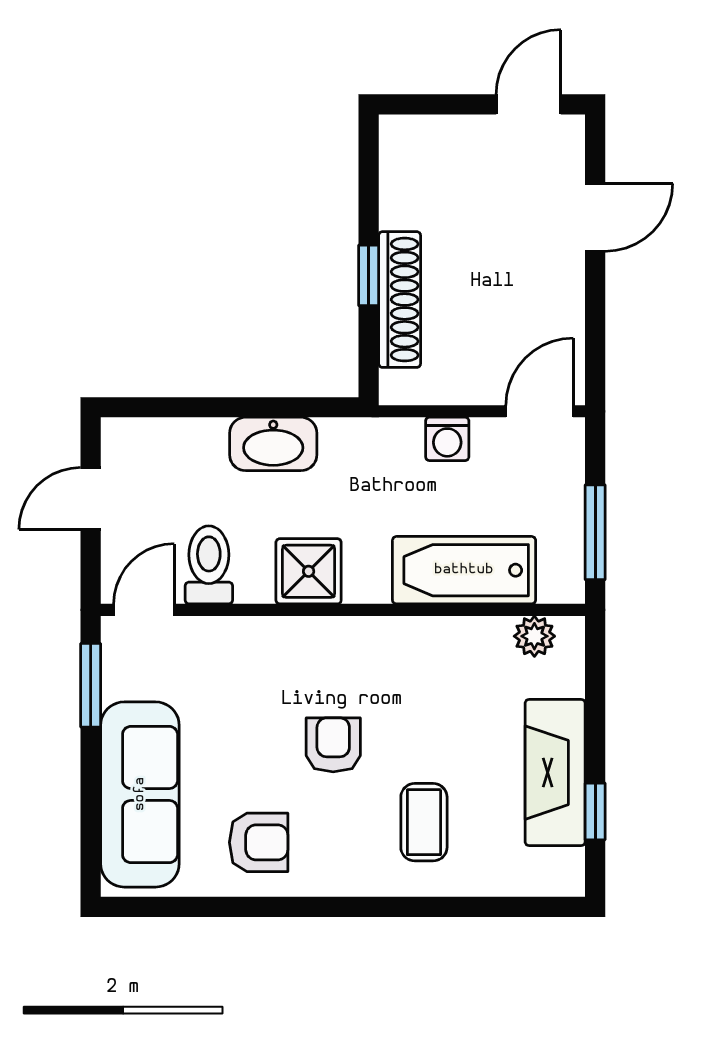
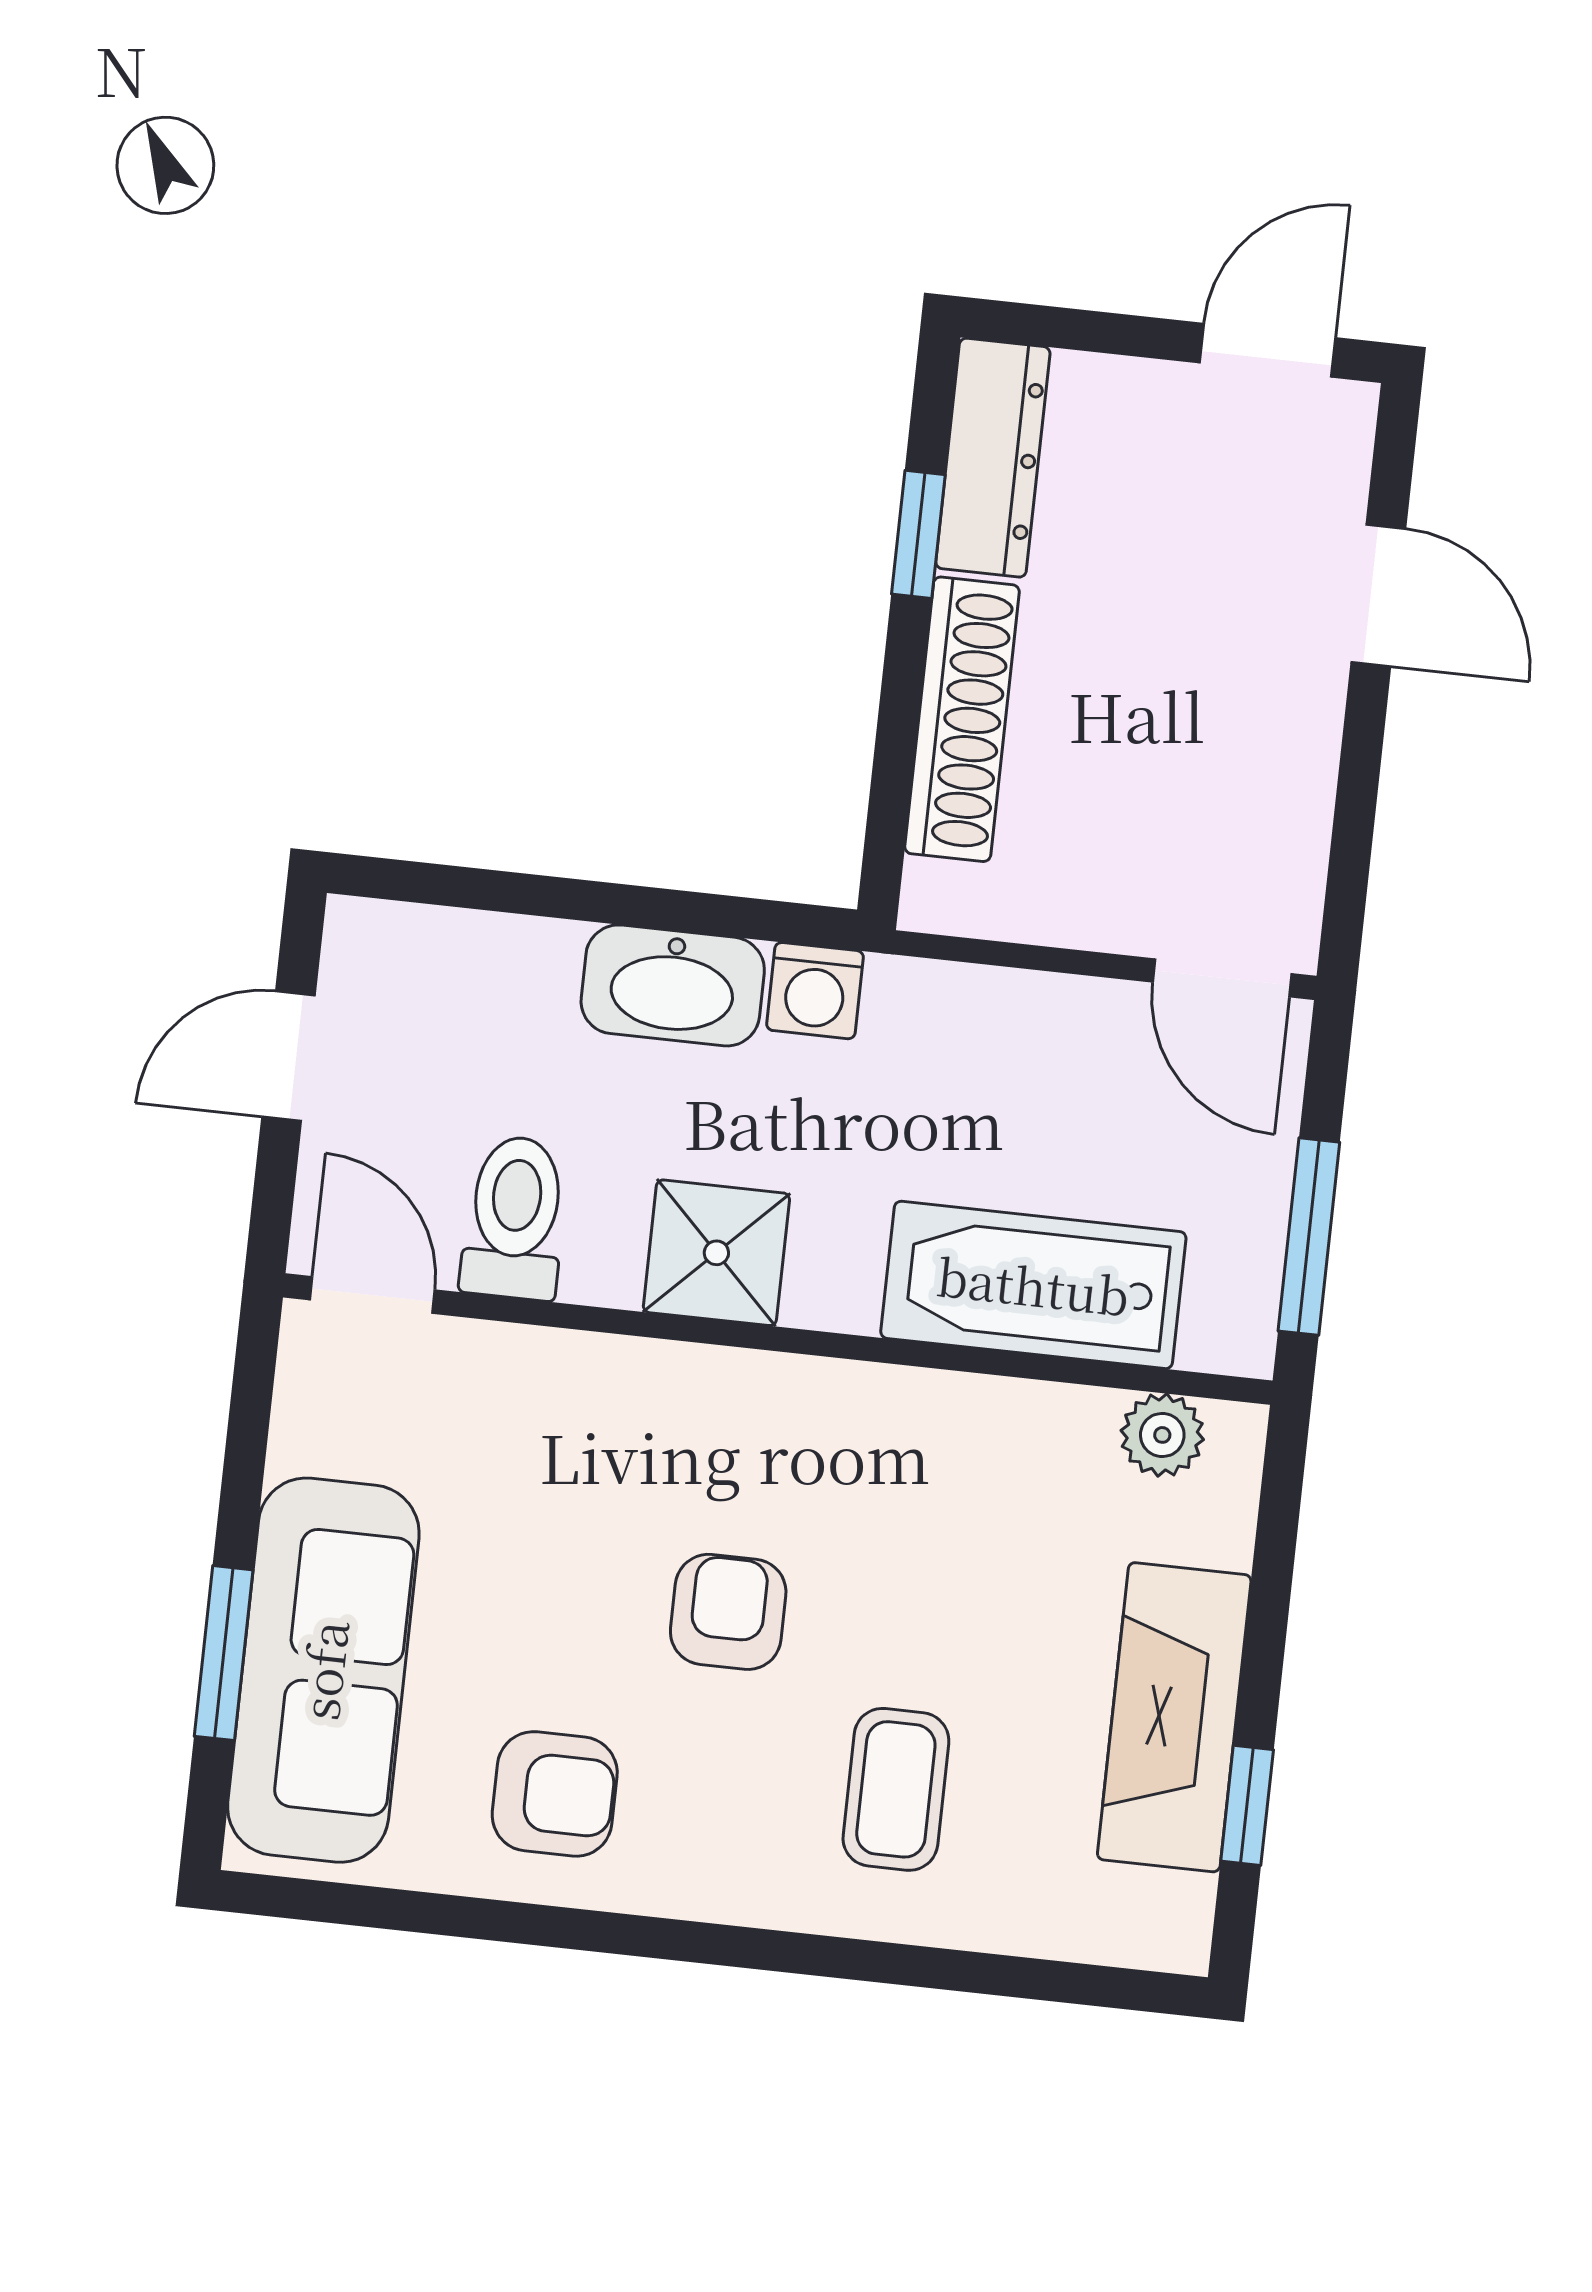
dresser: (401, 171) -> (993, 458), added
door: (595, 217) -> (1378, 595), hinge flipped
window: (369, 275) -> (918, 534), moved
door: (539, 411) -> (1222, 978), swing flipped
washing machine: (447, 439) -> (815, 991), moved
door: (144, 610) -> (372, 1295), hinge flipped
window: (91, 685) -> (224, 1653), moved

